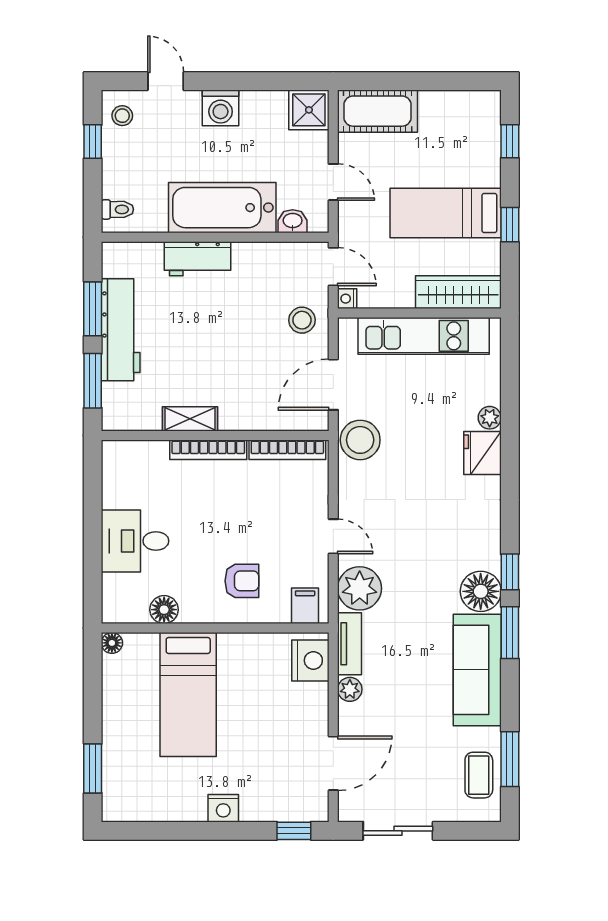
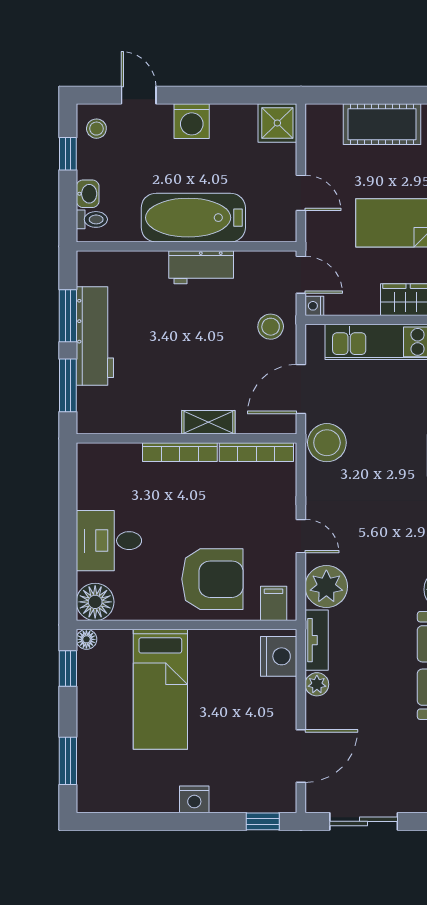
cot: (378, 111) -> (382, 124), moved
washbasin: (293, 221) -> (88, 194), moved, turned 90
workbench: (198, 259) -> (201, 267), moved
shelving: (190, 419) -> (208, 422), moved
armchair: (242, 581) -> (212, 579), width x1.88, depth x1.88
floor lamp: (164, 610) -> (95, 602), moved, width x1.38, depth x1.38
window: (93, 673) -> (68, 669), added

